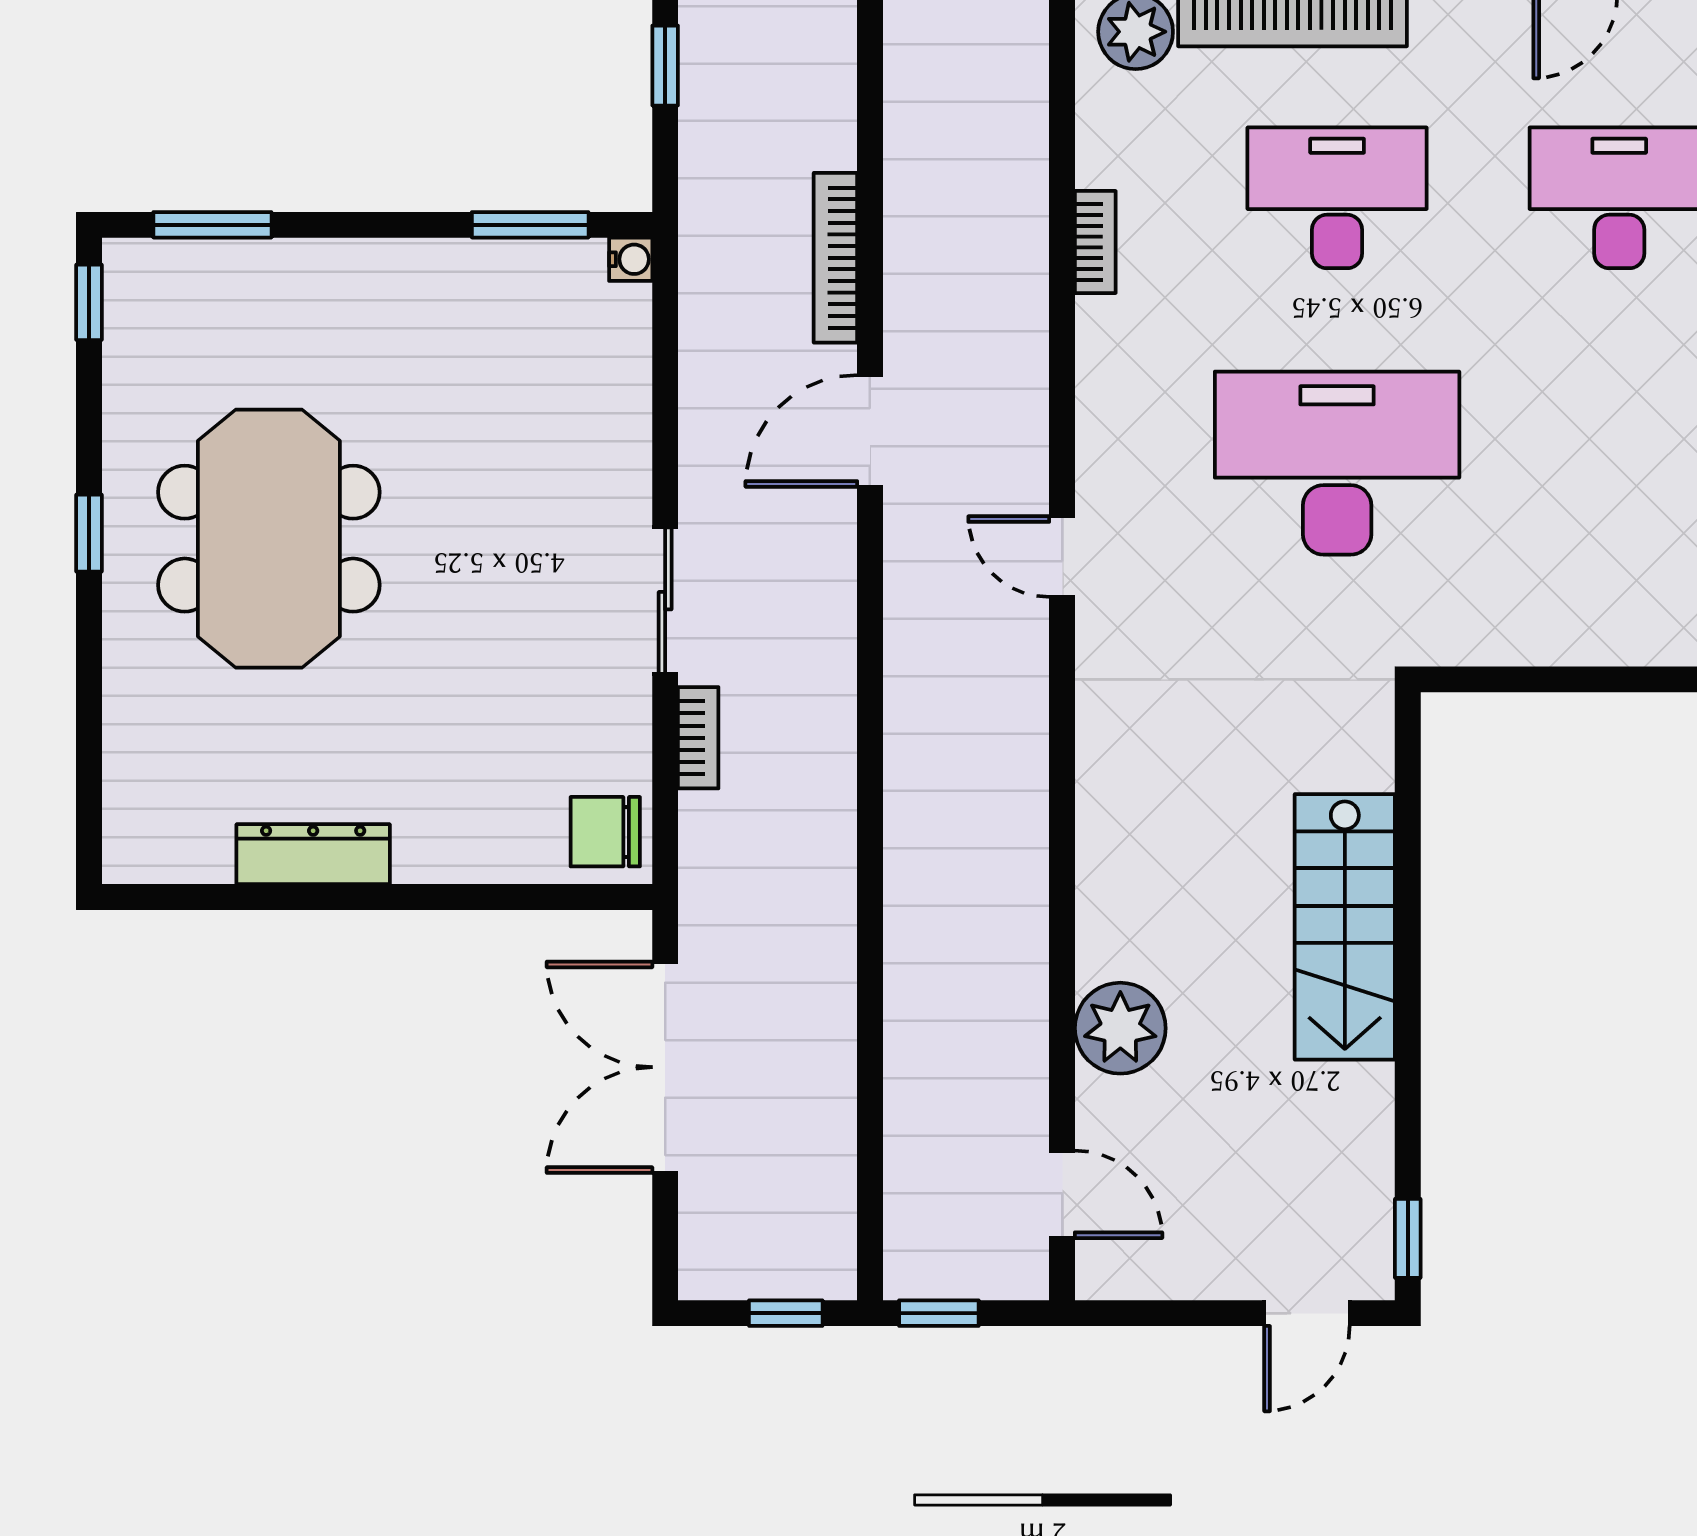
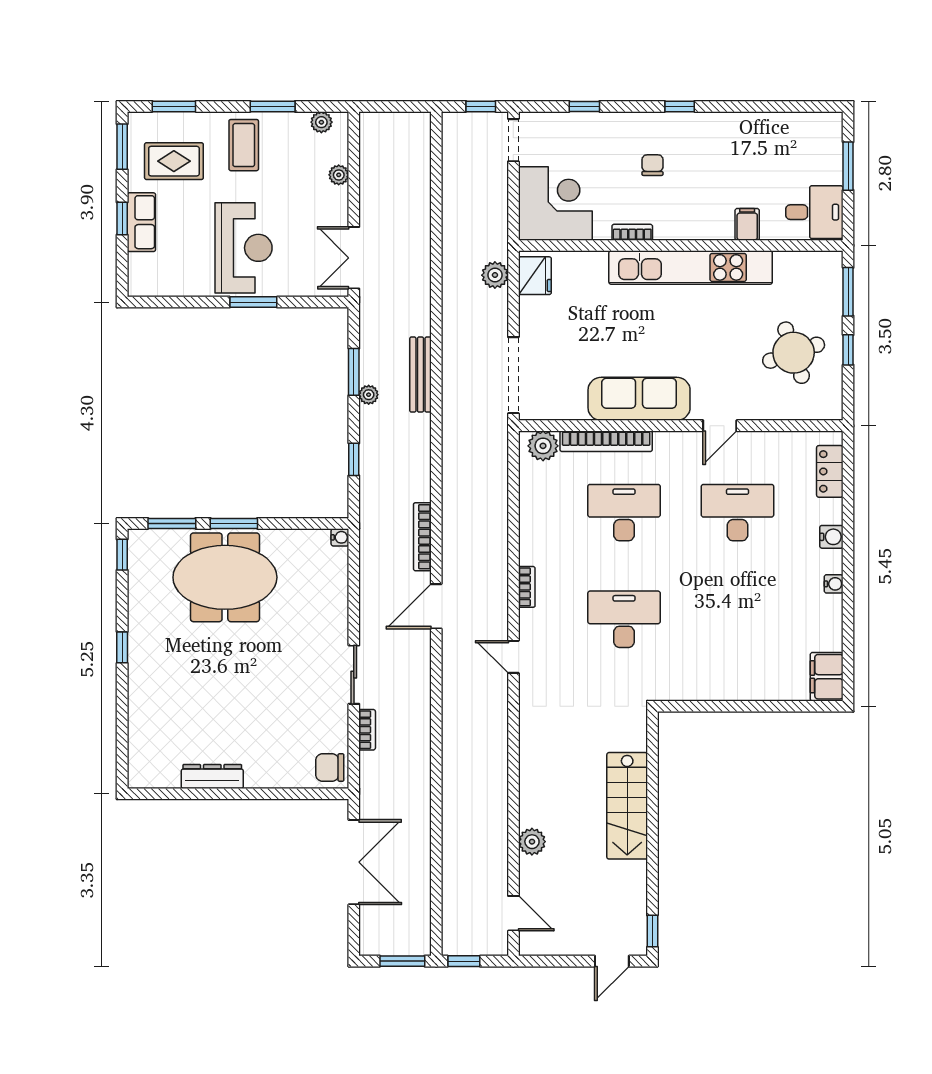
window: (530, 225) -> (234, 523), moved
bookcase: (1095, 242) -> (527, 587), moved
desk: (1337, 463) -> (624, 619), width x0.73, depth x0.77
meeting table: (269, 539) -> (225, 577), moved, turned 90
plant: (1120, 1028) -> (532, 842), width x0.73, depth x0.73
double door: (665, 1067) -> (354, 862), swing flipped
window: (786, 1313) -> (402, 961), width x1.50

